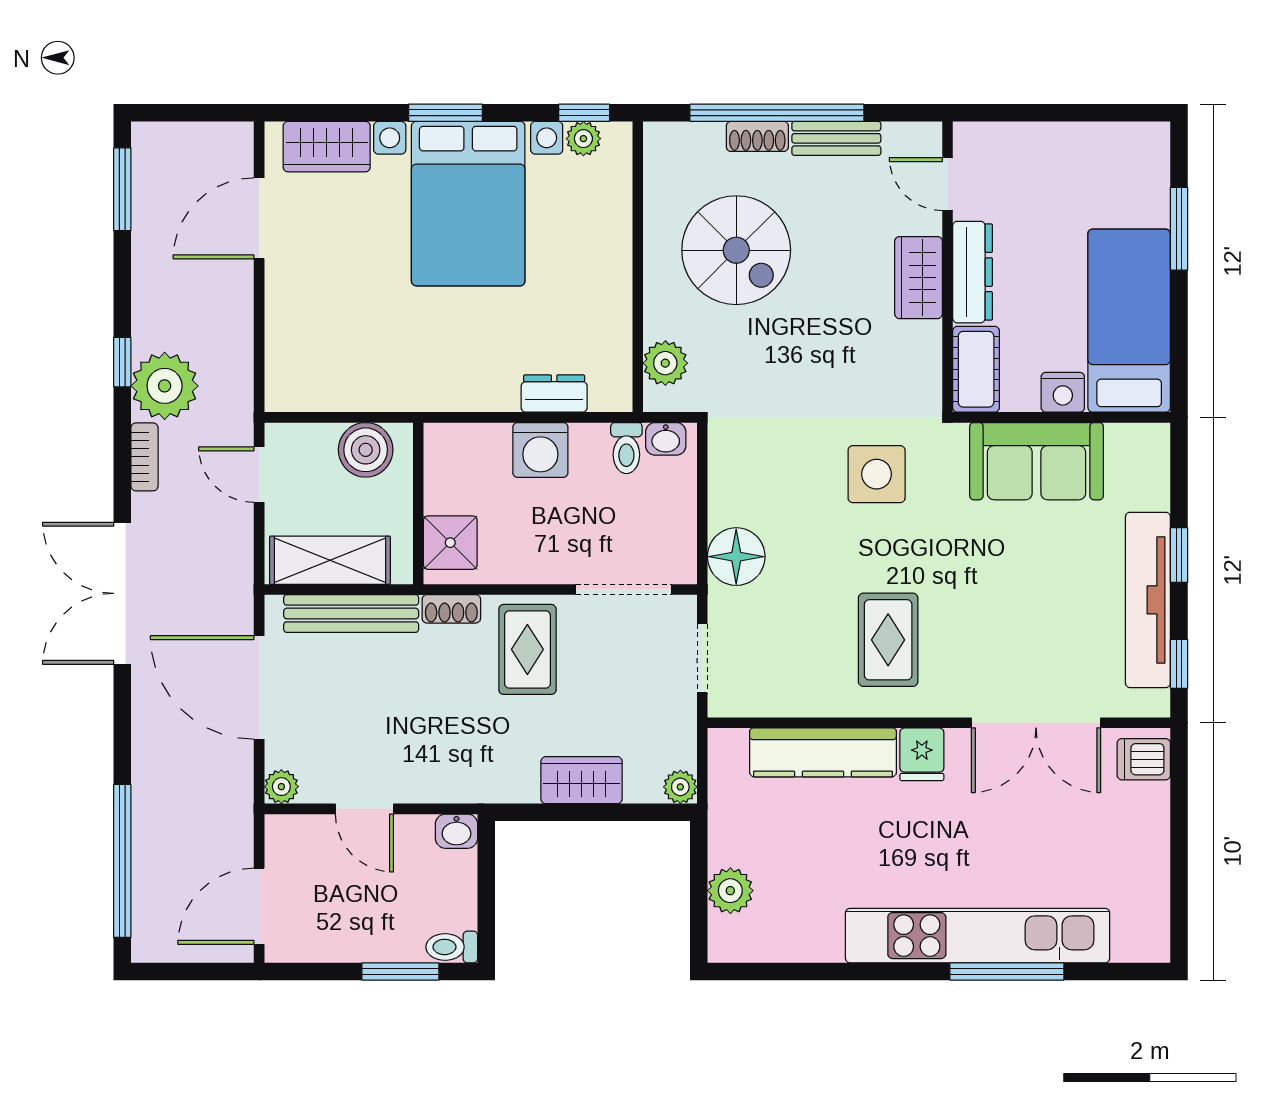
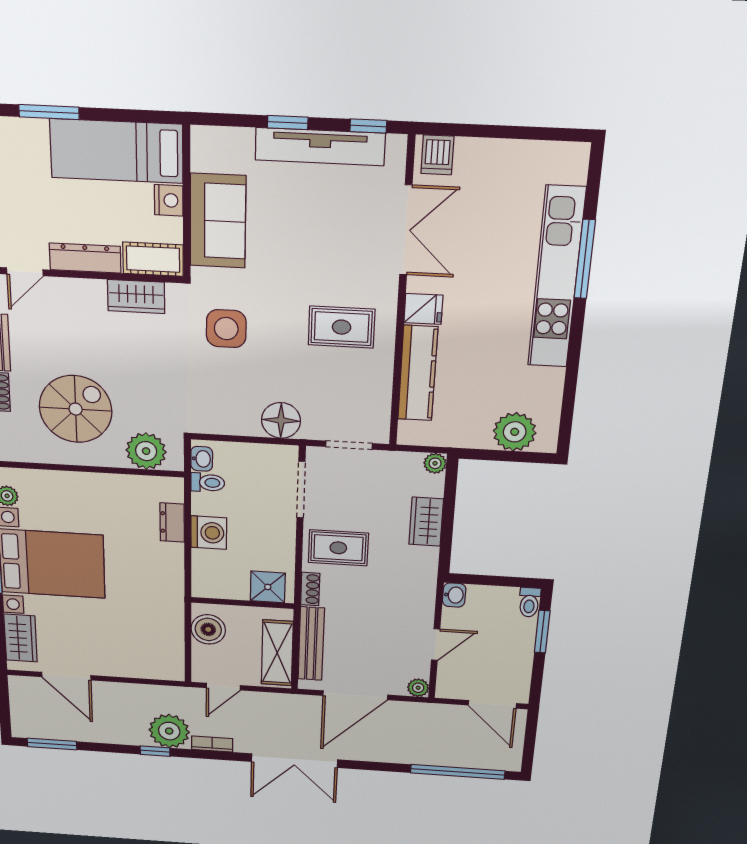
wardrobe: (919, 278) -> (136, 297), moved
plant: (665, 363) -> (146, 451), width x1.36, depth x1.36
plant: (730, 891) -> (515, 432), width x1.36, depth x1.36

